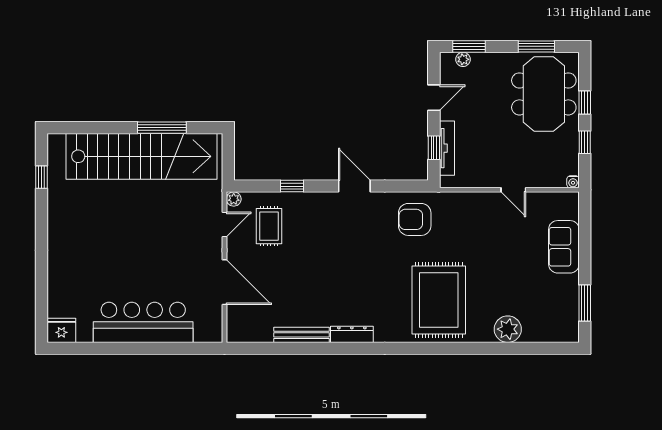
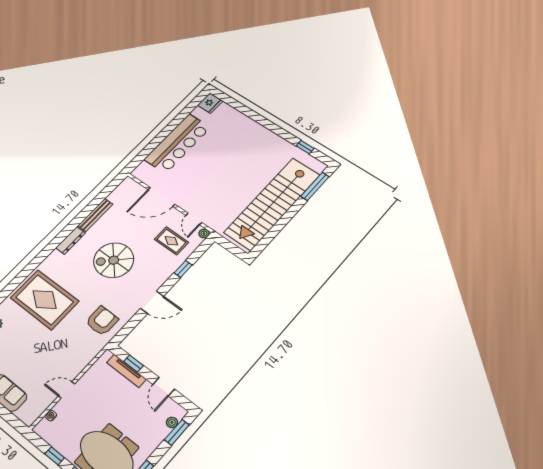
window: (162, 128) -> (315, 186), moved
water cooler: (573, 182) -> (51, 416), moved
spiral stairs: (339, 268) -> (114, 260), added

